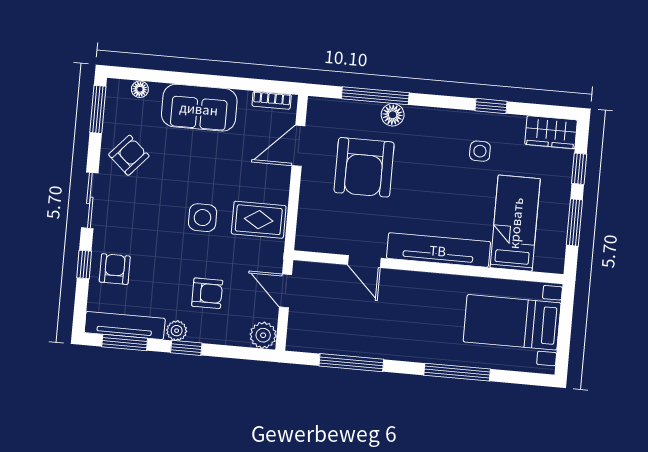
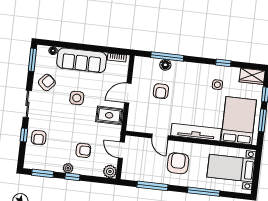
sofa: (199, 108) -> (82, 60), width x1.36
floor lamp: (393, 115) -> (165, 65), moved
door: (298, 146) -> (128, 93), moved
armchair: (364, 167) -> (161, 91), width x0.53, depth x0.53
side table: (203, 218) -> (77, 98), moved
bed: (515, 223) -> (239, 121), width x1.50
armchair: (115, 269) -> (39, 138), turned 180
armchair: (403, 315) -> (178, 163), added
tv unit: (125, 326) -> (43, 165), removed

